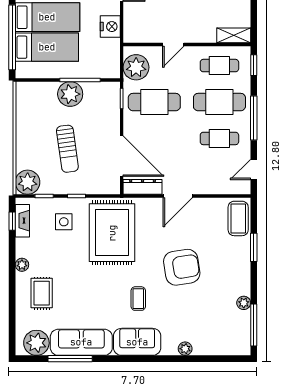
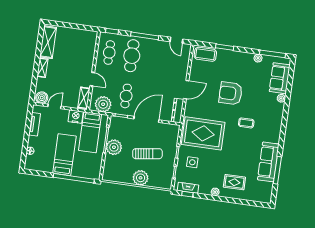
shelving: (234, 35) -> (84, 98), moved
bed: (47, 47) -> (90, 132), moved, turned 180
cafe table: (154, 102) -> (126, 96), width x0.73, depth x0.74
cafe table: (219, 138) -> (154, 59), removed
door: (122, 156) -> (146, 119), moved
plant: (28, 182) -> (141, 178), moved
door: (178, 196) -> (186, 90), hinge flipped
armchair: (182, 267) -> (231, 93), turned -81
sofa: (137, 342) -> (280, 78), moved
plant: (36, 343) -> (265, 190), removed

